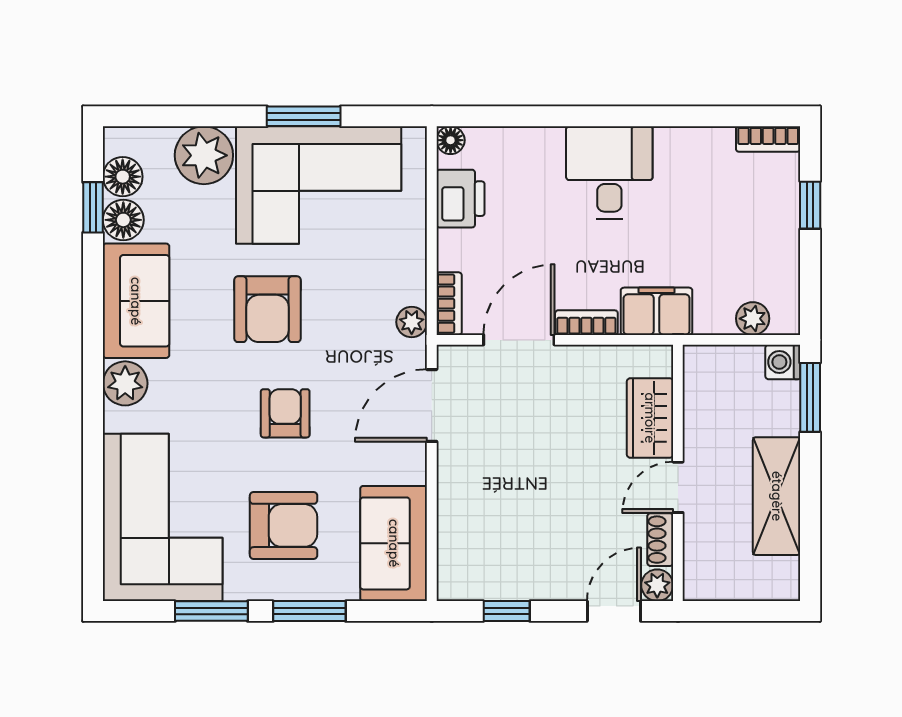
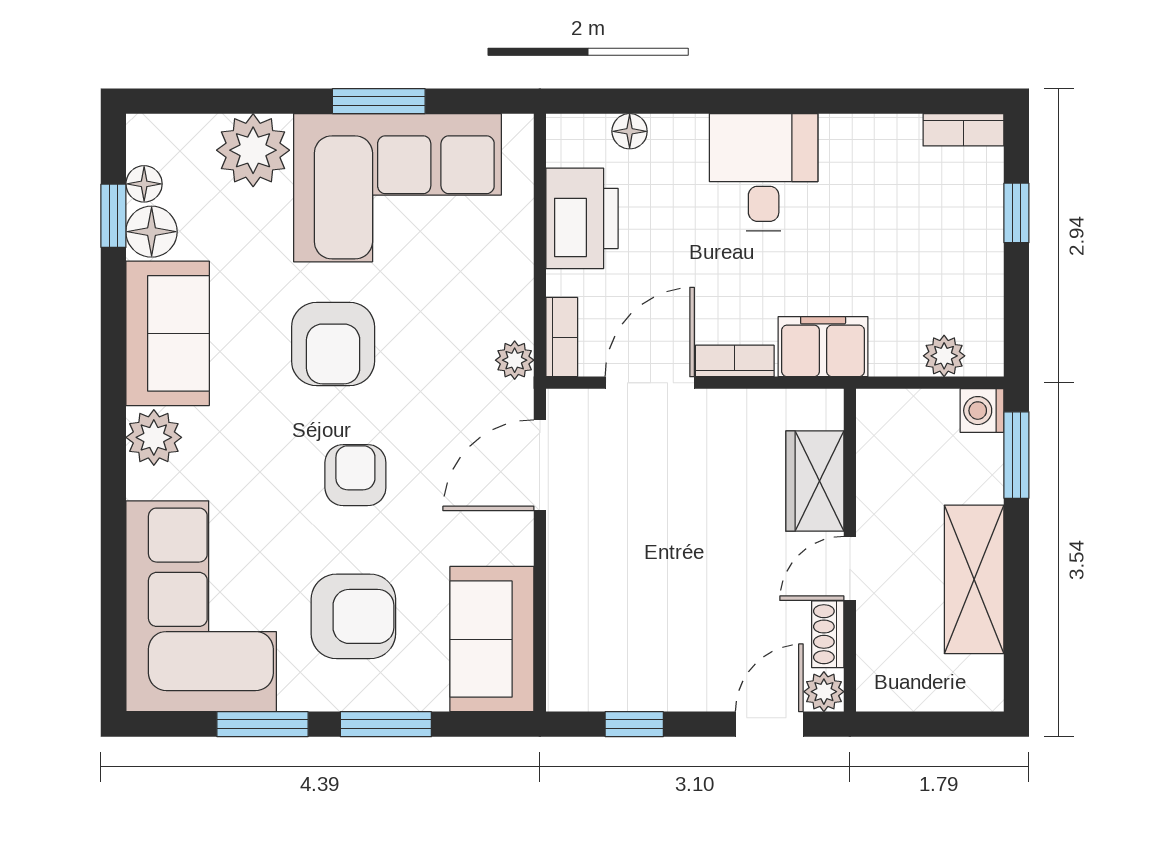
floor lamp: (451, 140) -> (630, 131), moved
floor lamp: (123, 177) -> (144, 184), width x0.73, depth x0.73
printer: (460, 199) -> (582, 218), width x1.37, depth x1.19

